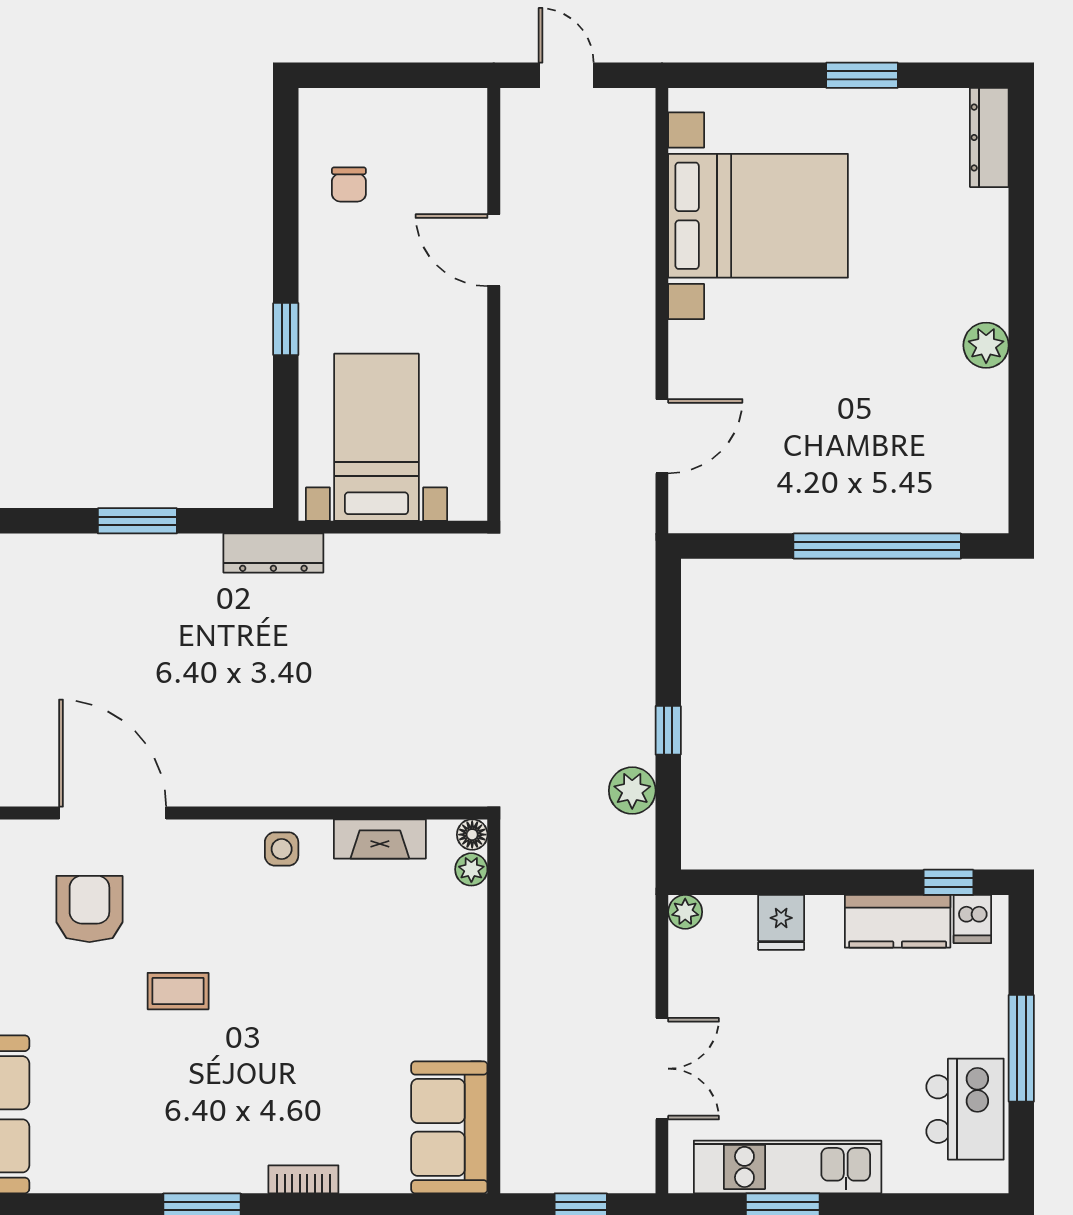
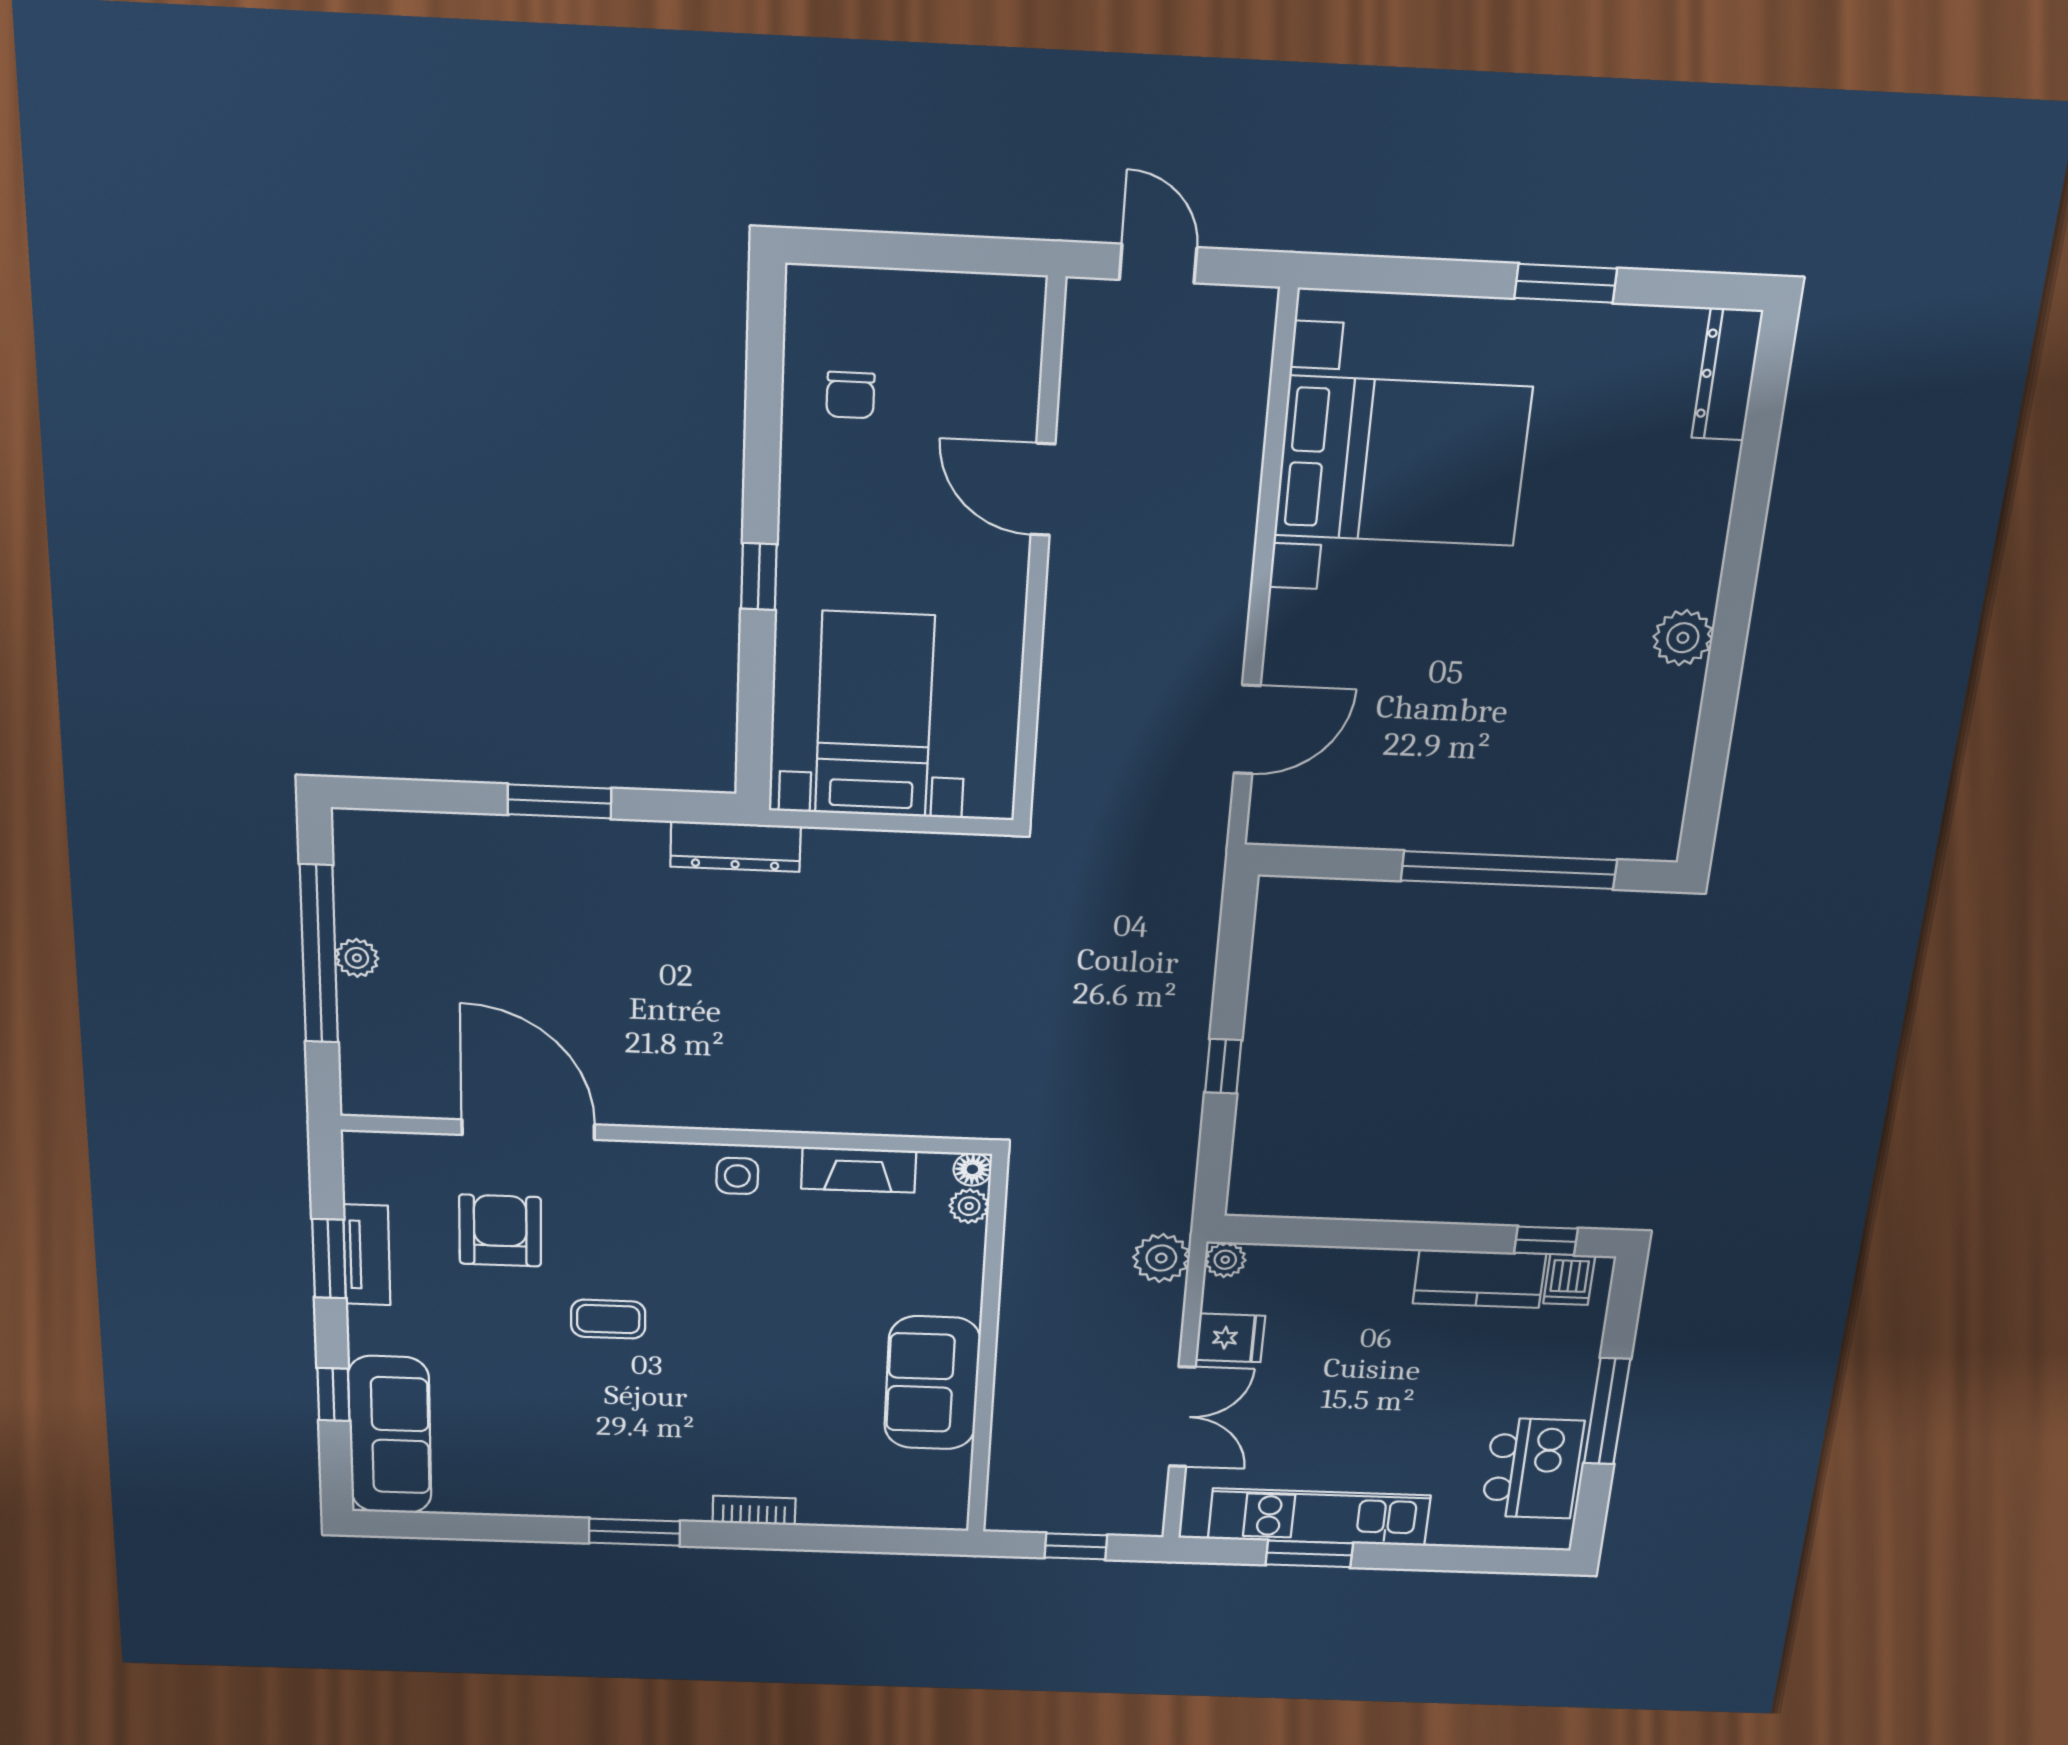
plant: (632, 791) -> (1161, 1258), moved
fridge: (781, 922) -> (1230, 1338), moved, turned -90
sofa: (449, 1127) -> (932, 1383), moved

